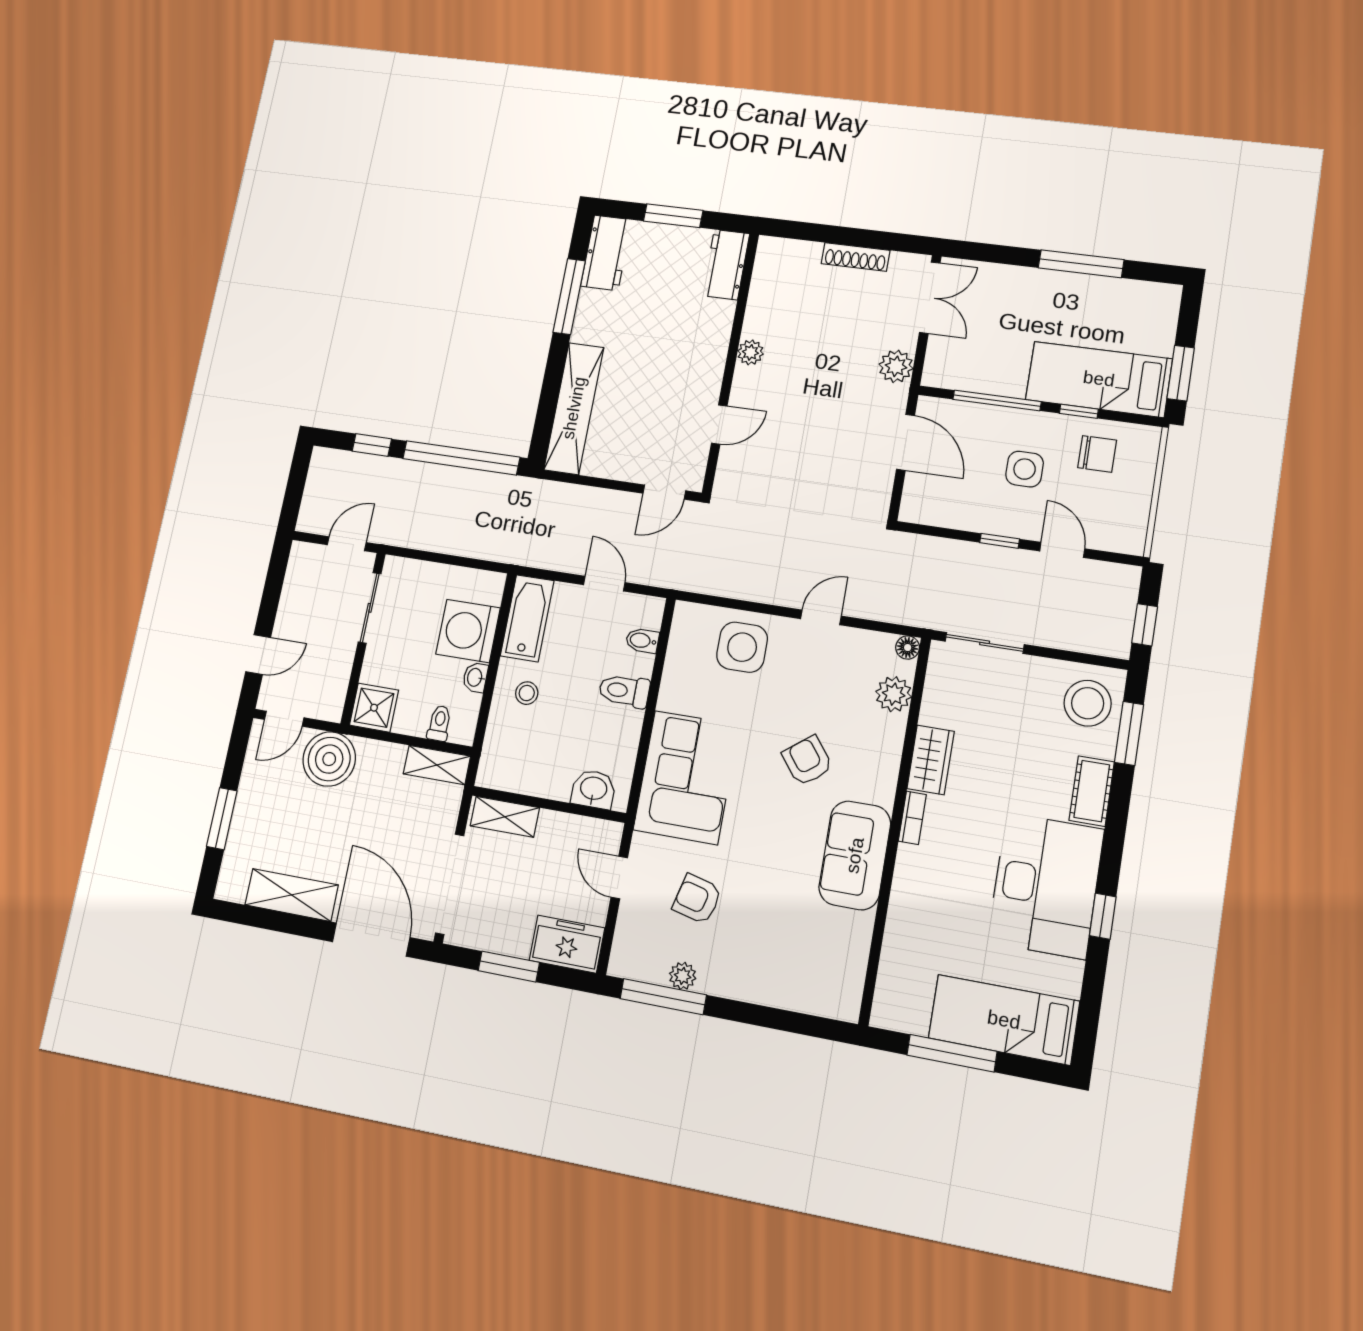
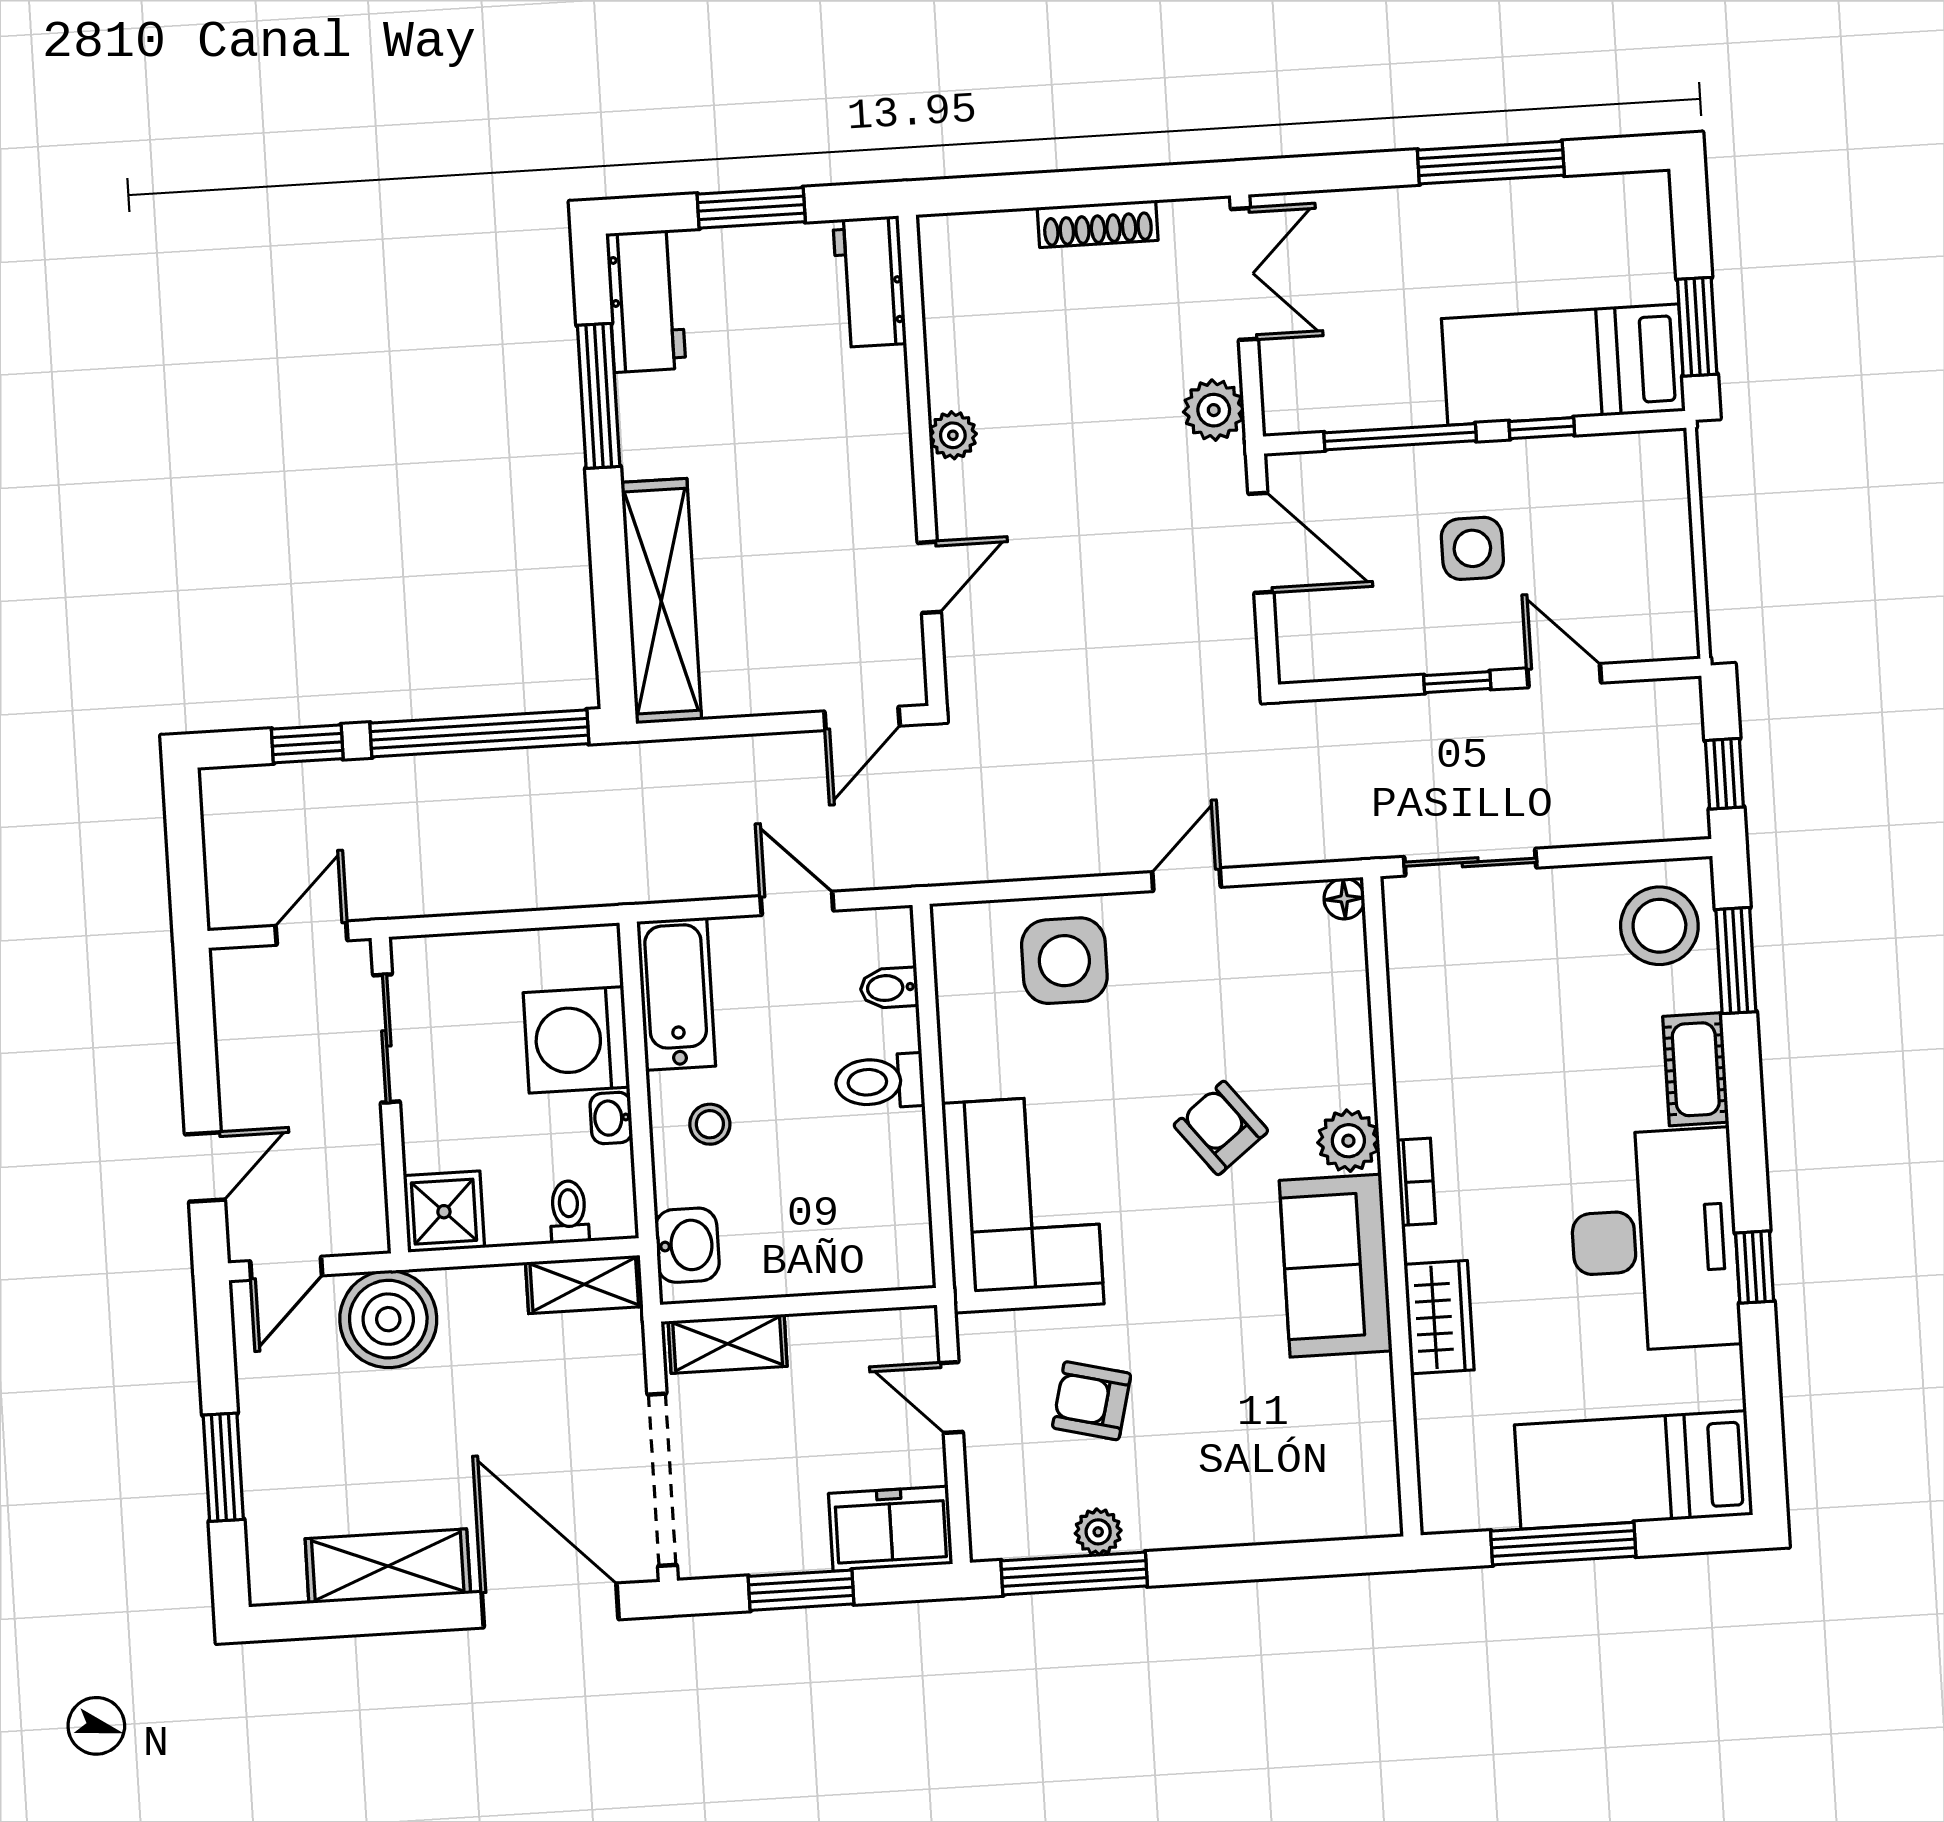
chair: (1097, 454) -> (1587, 497), removed
plant: (894, 694) -> (1348, 1141), moved
wardrobe: (931, 760) -> (1439, 1317), moved
washbasin: (593, 789) -> (687, 1245), moved, turned 90

